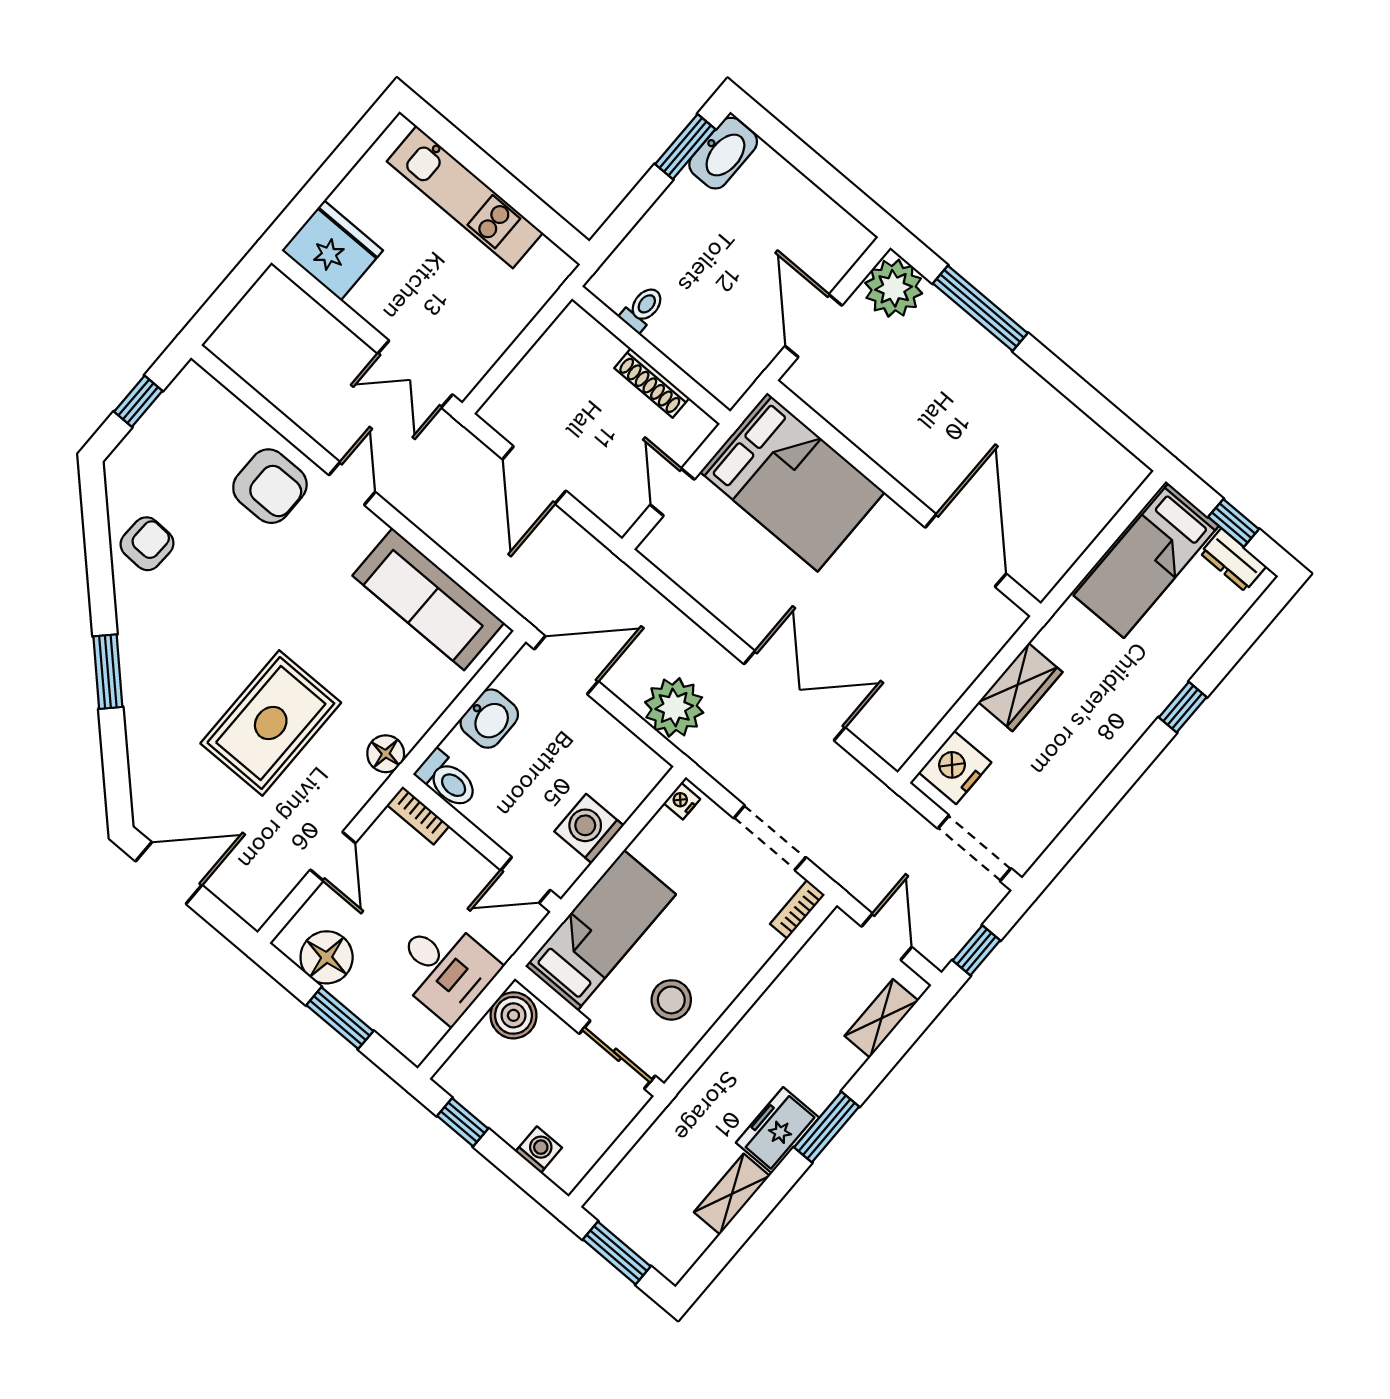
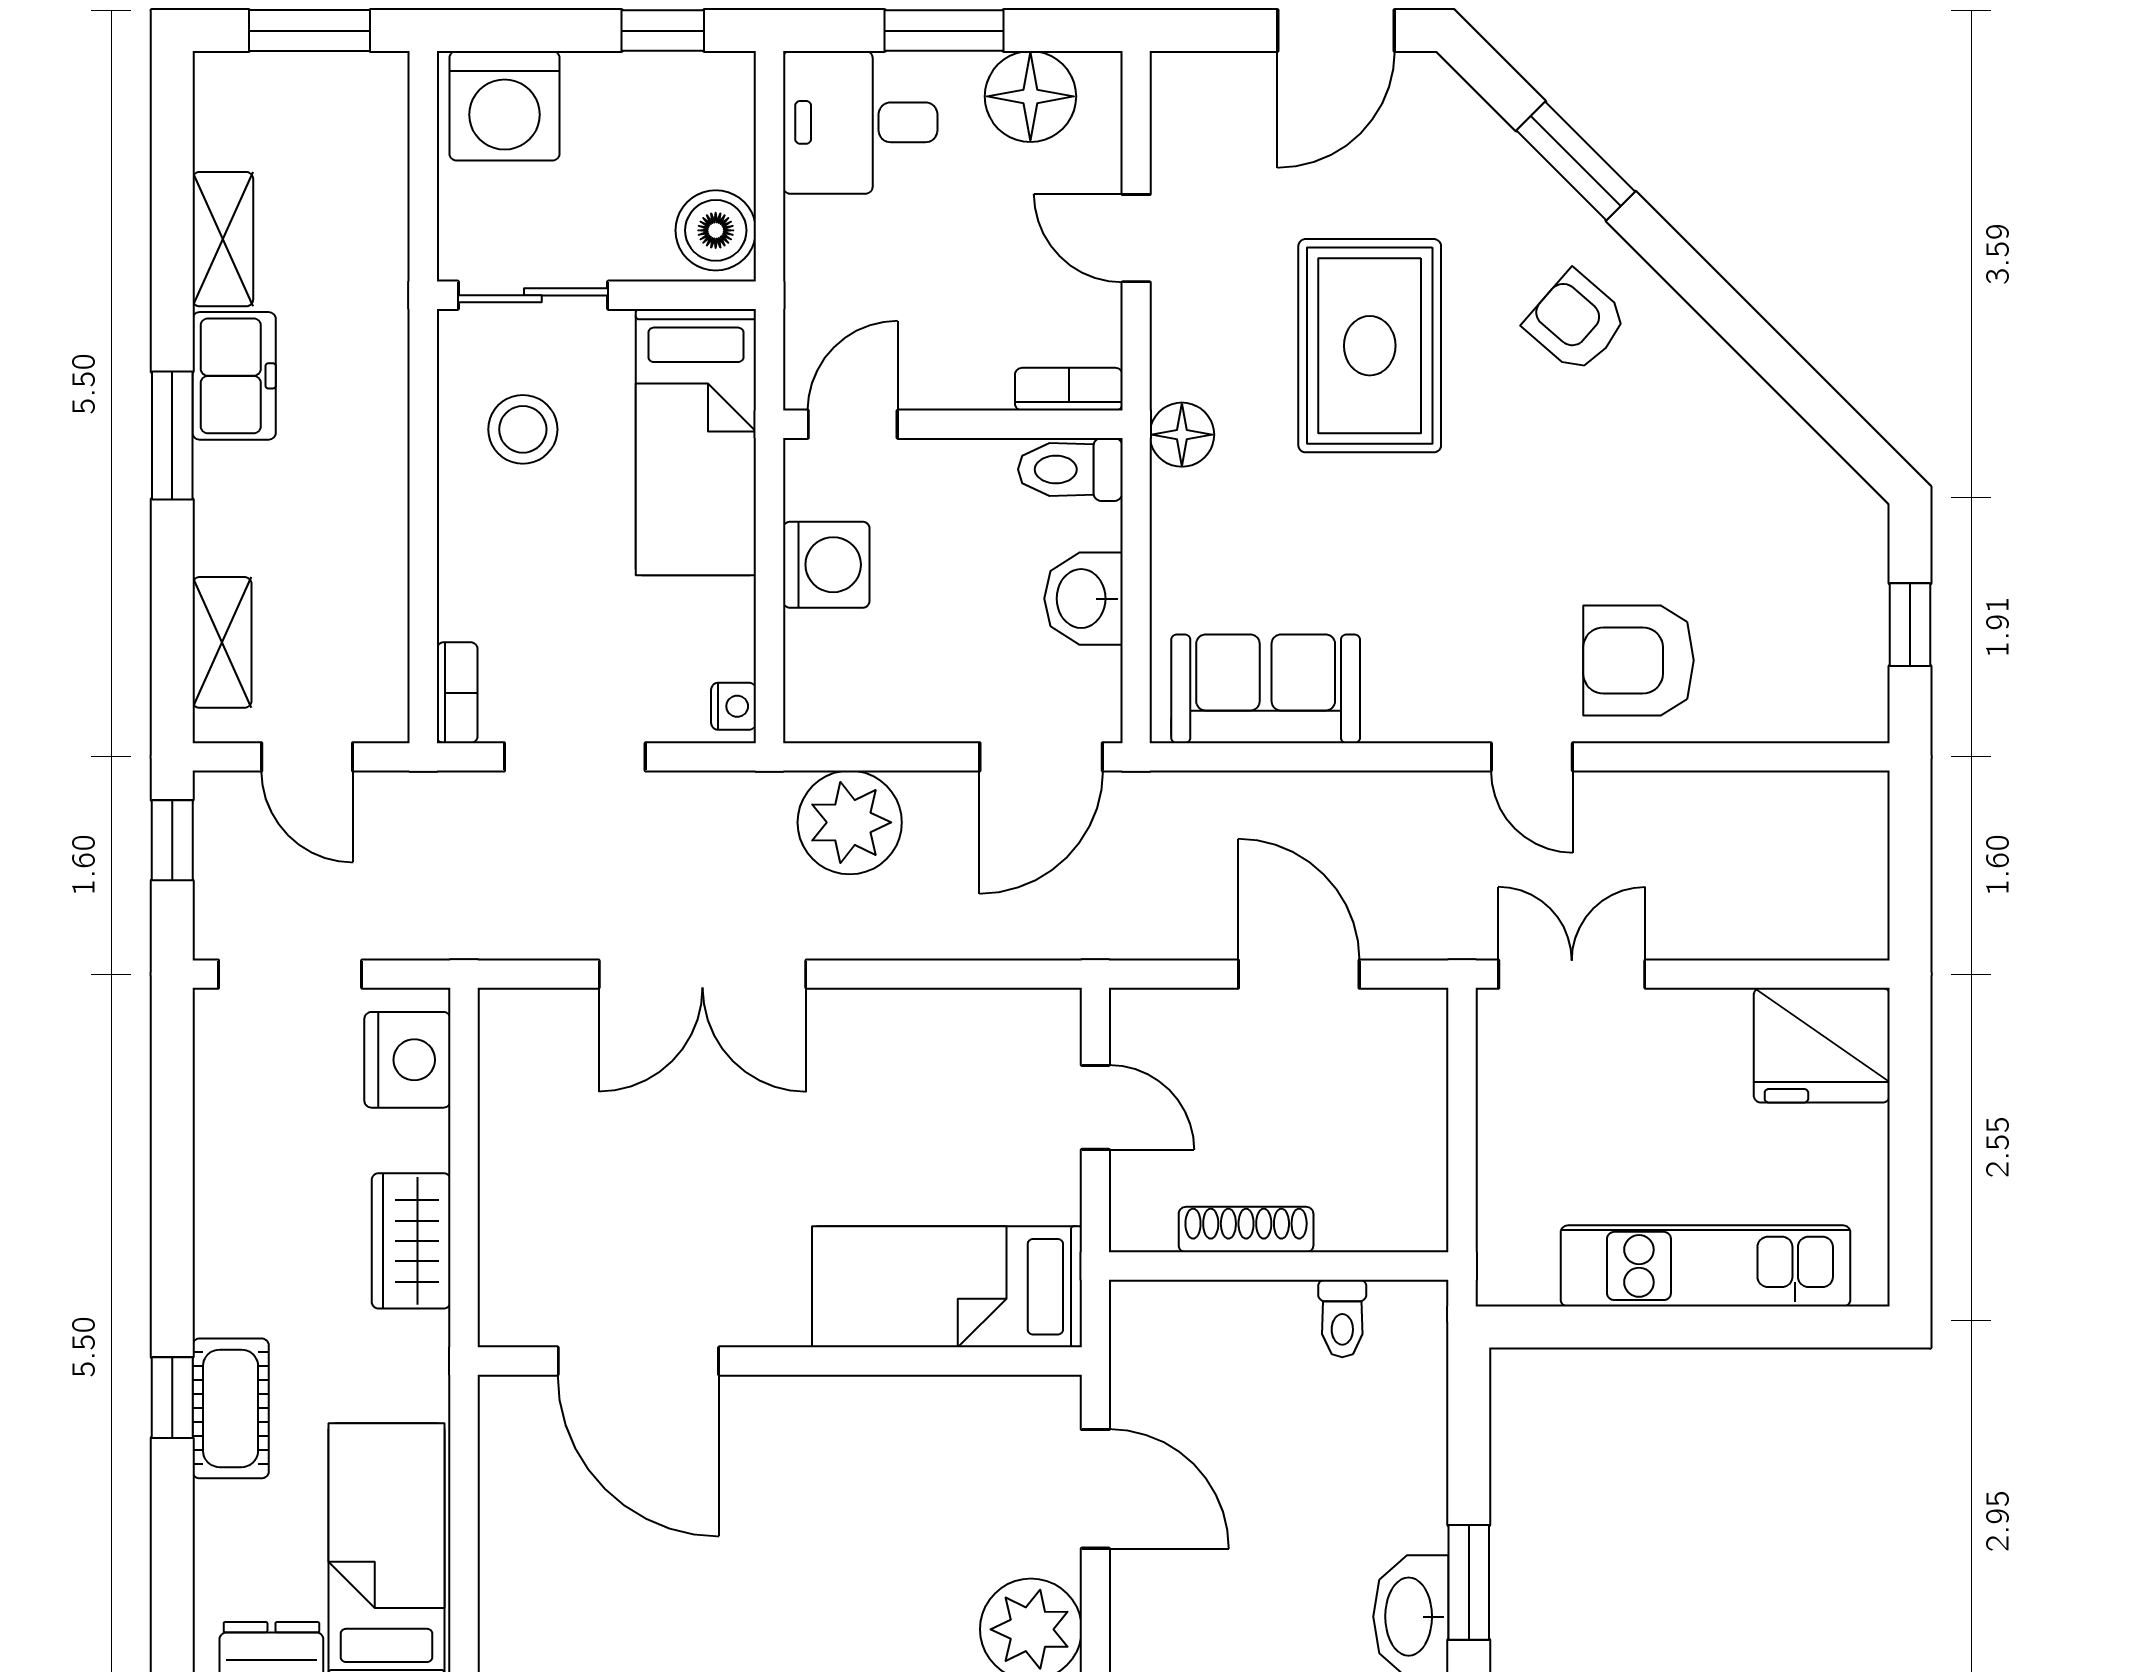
bed: (792, 482) -> (947, 1287), width x0.67
armchair: (147, 544) -> (1576, 322), moved, turned 129
sofa: (428, 599) -> (1266, 689), width x0.73
window: (108, 672) -> (1576, 161), moved
cot: (1161, 681) -> (231, 1408), added
desk: (445, 969) -> (860, 122), moved
washing machine: (539, 1150) -> (505, 106), width x1.89, depth x1.89

